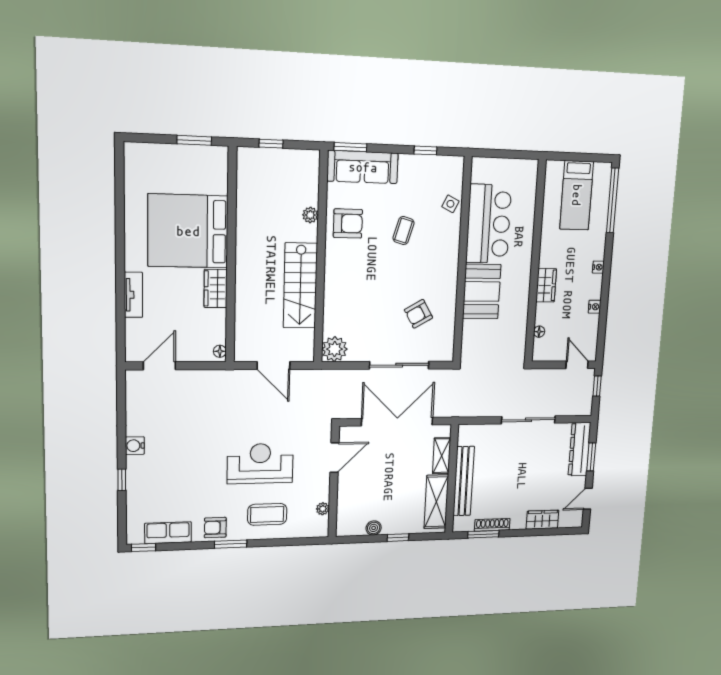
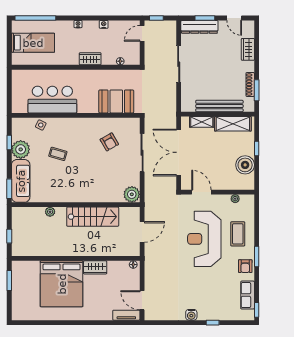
plant: (413, 169) -> (21, 149), added
armchair: (348, 223) -> (55, 189), removed
booth: (482, 291) -> (116, 101), moved
tv unit: (133, 295) -> (126, 315), moved
reception desk: (260, 464) -> (204, 239), width x1.36, depth x1.30
boiler: (374, 528) -> (245, 165), width x1.86, depth x1.86

